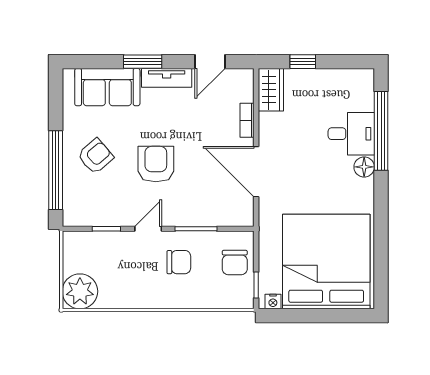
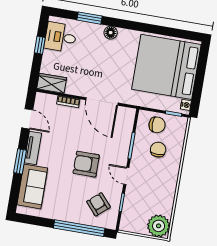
window: (303, 62) -> (40, 45), moved
window: (381, 131) -> (90, 18), width x0.47
desk: (351, 134) -> (61, 37), moved, turned -90
armchair: (95, 156) -> (98, 204), moved
door: (256, 172) -> (102, 101), hinge flipped
chair: (179, 262) -> (158, 150), moved

